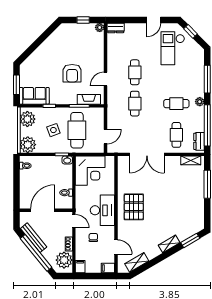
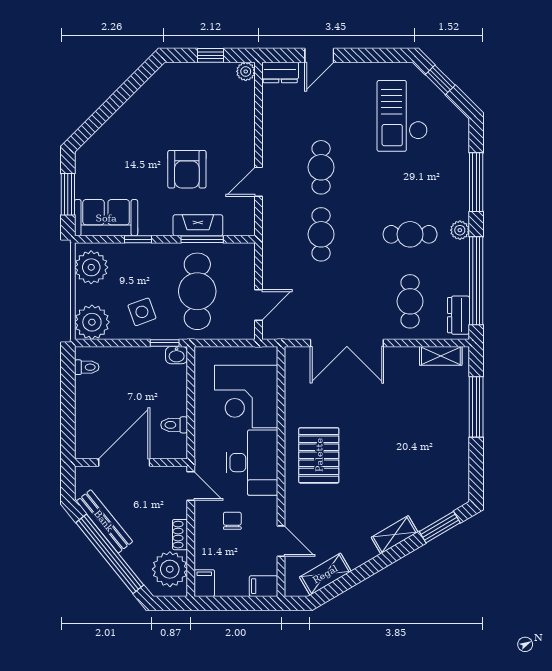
door: (154, 20) -> (319, 55), moved
fireplace: (89, 99) -> (198, 225), moved
side table: (53, 130) -> (142, 312), moved
corner desk: (90, 171) -> (246, 397), moved, turned 90

